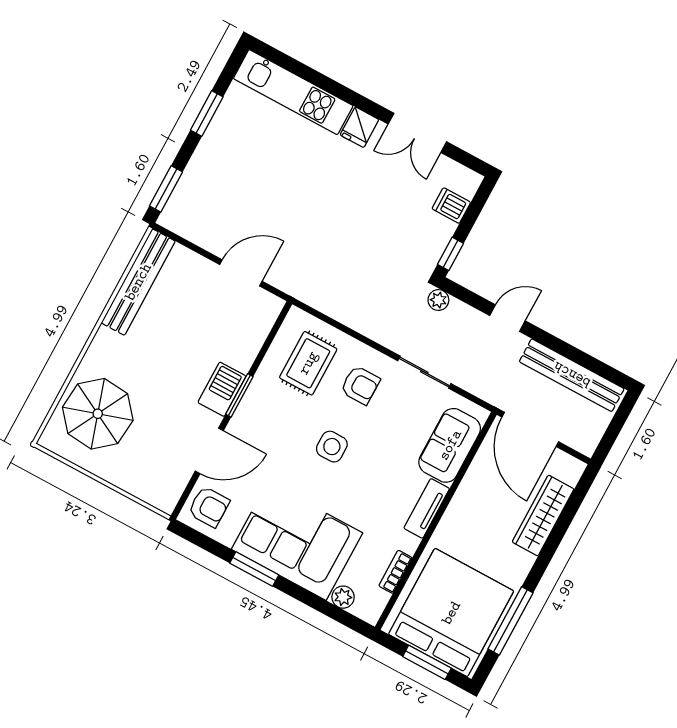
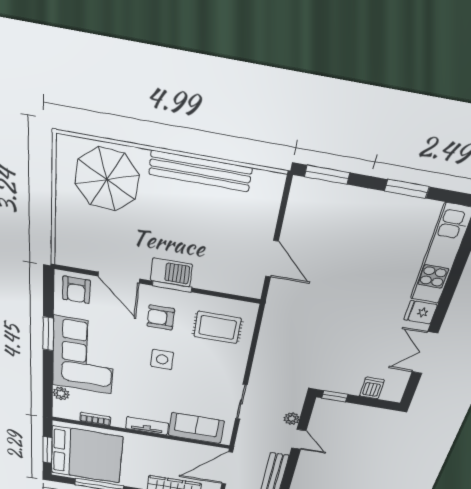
bench: (138, 282) -> (200, 171), moved
plant: (438, 300) -> (292, 419), moved
armchair: (360, 385) -> (161, 318), moved, turned 90

